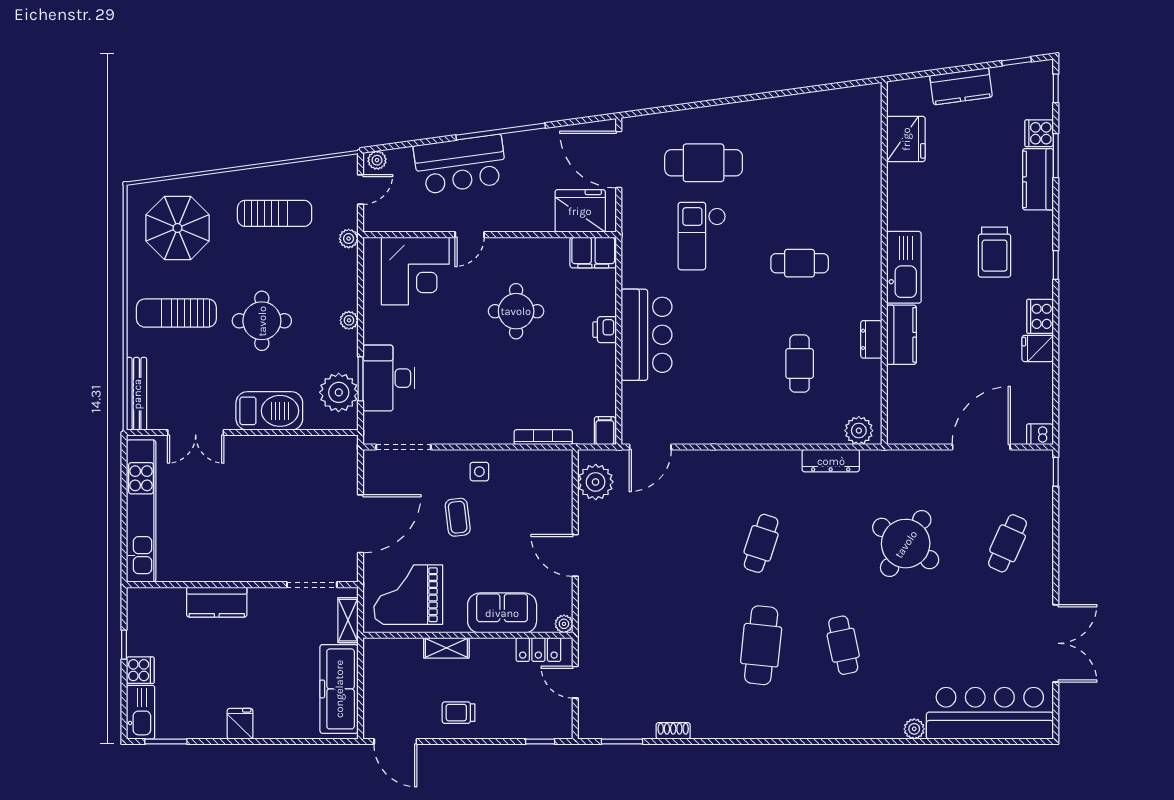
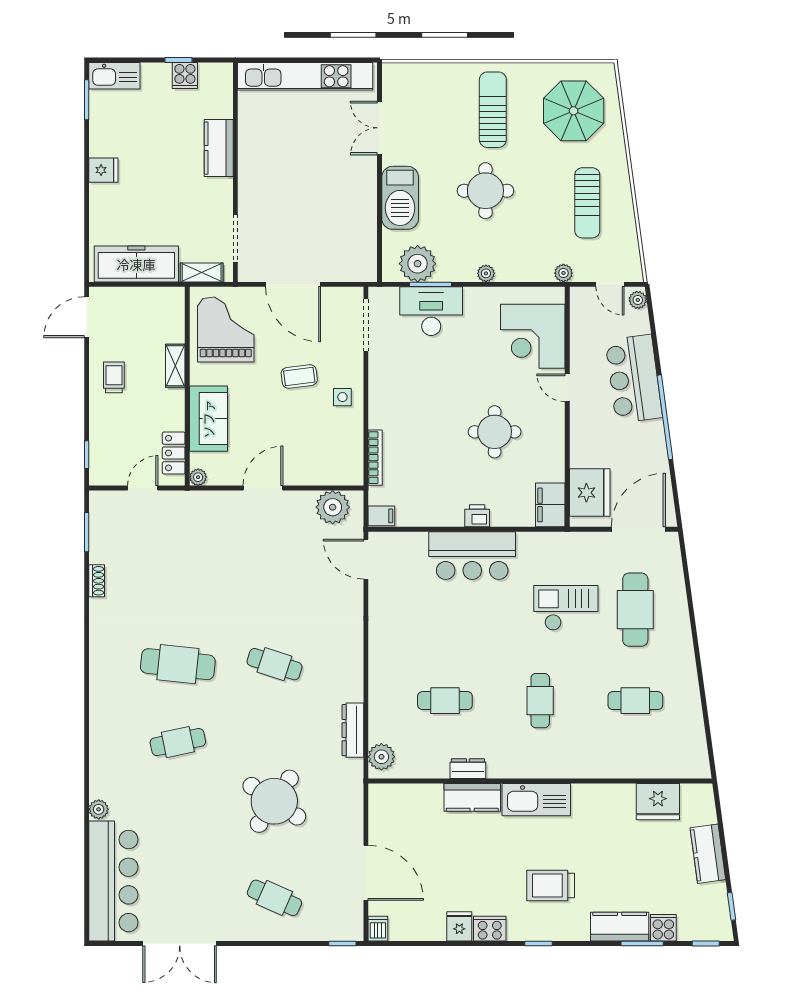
cafe table: (800, 163) -> (635, 701), added
bench: (137, 394) -> (416, 72), removed
cooker: (140, 670) -> (185, 75), moved

